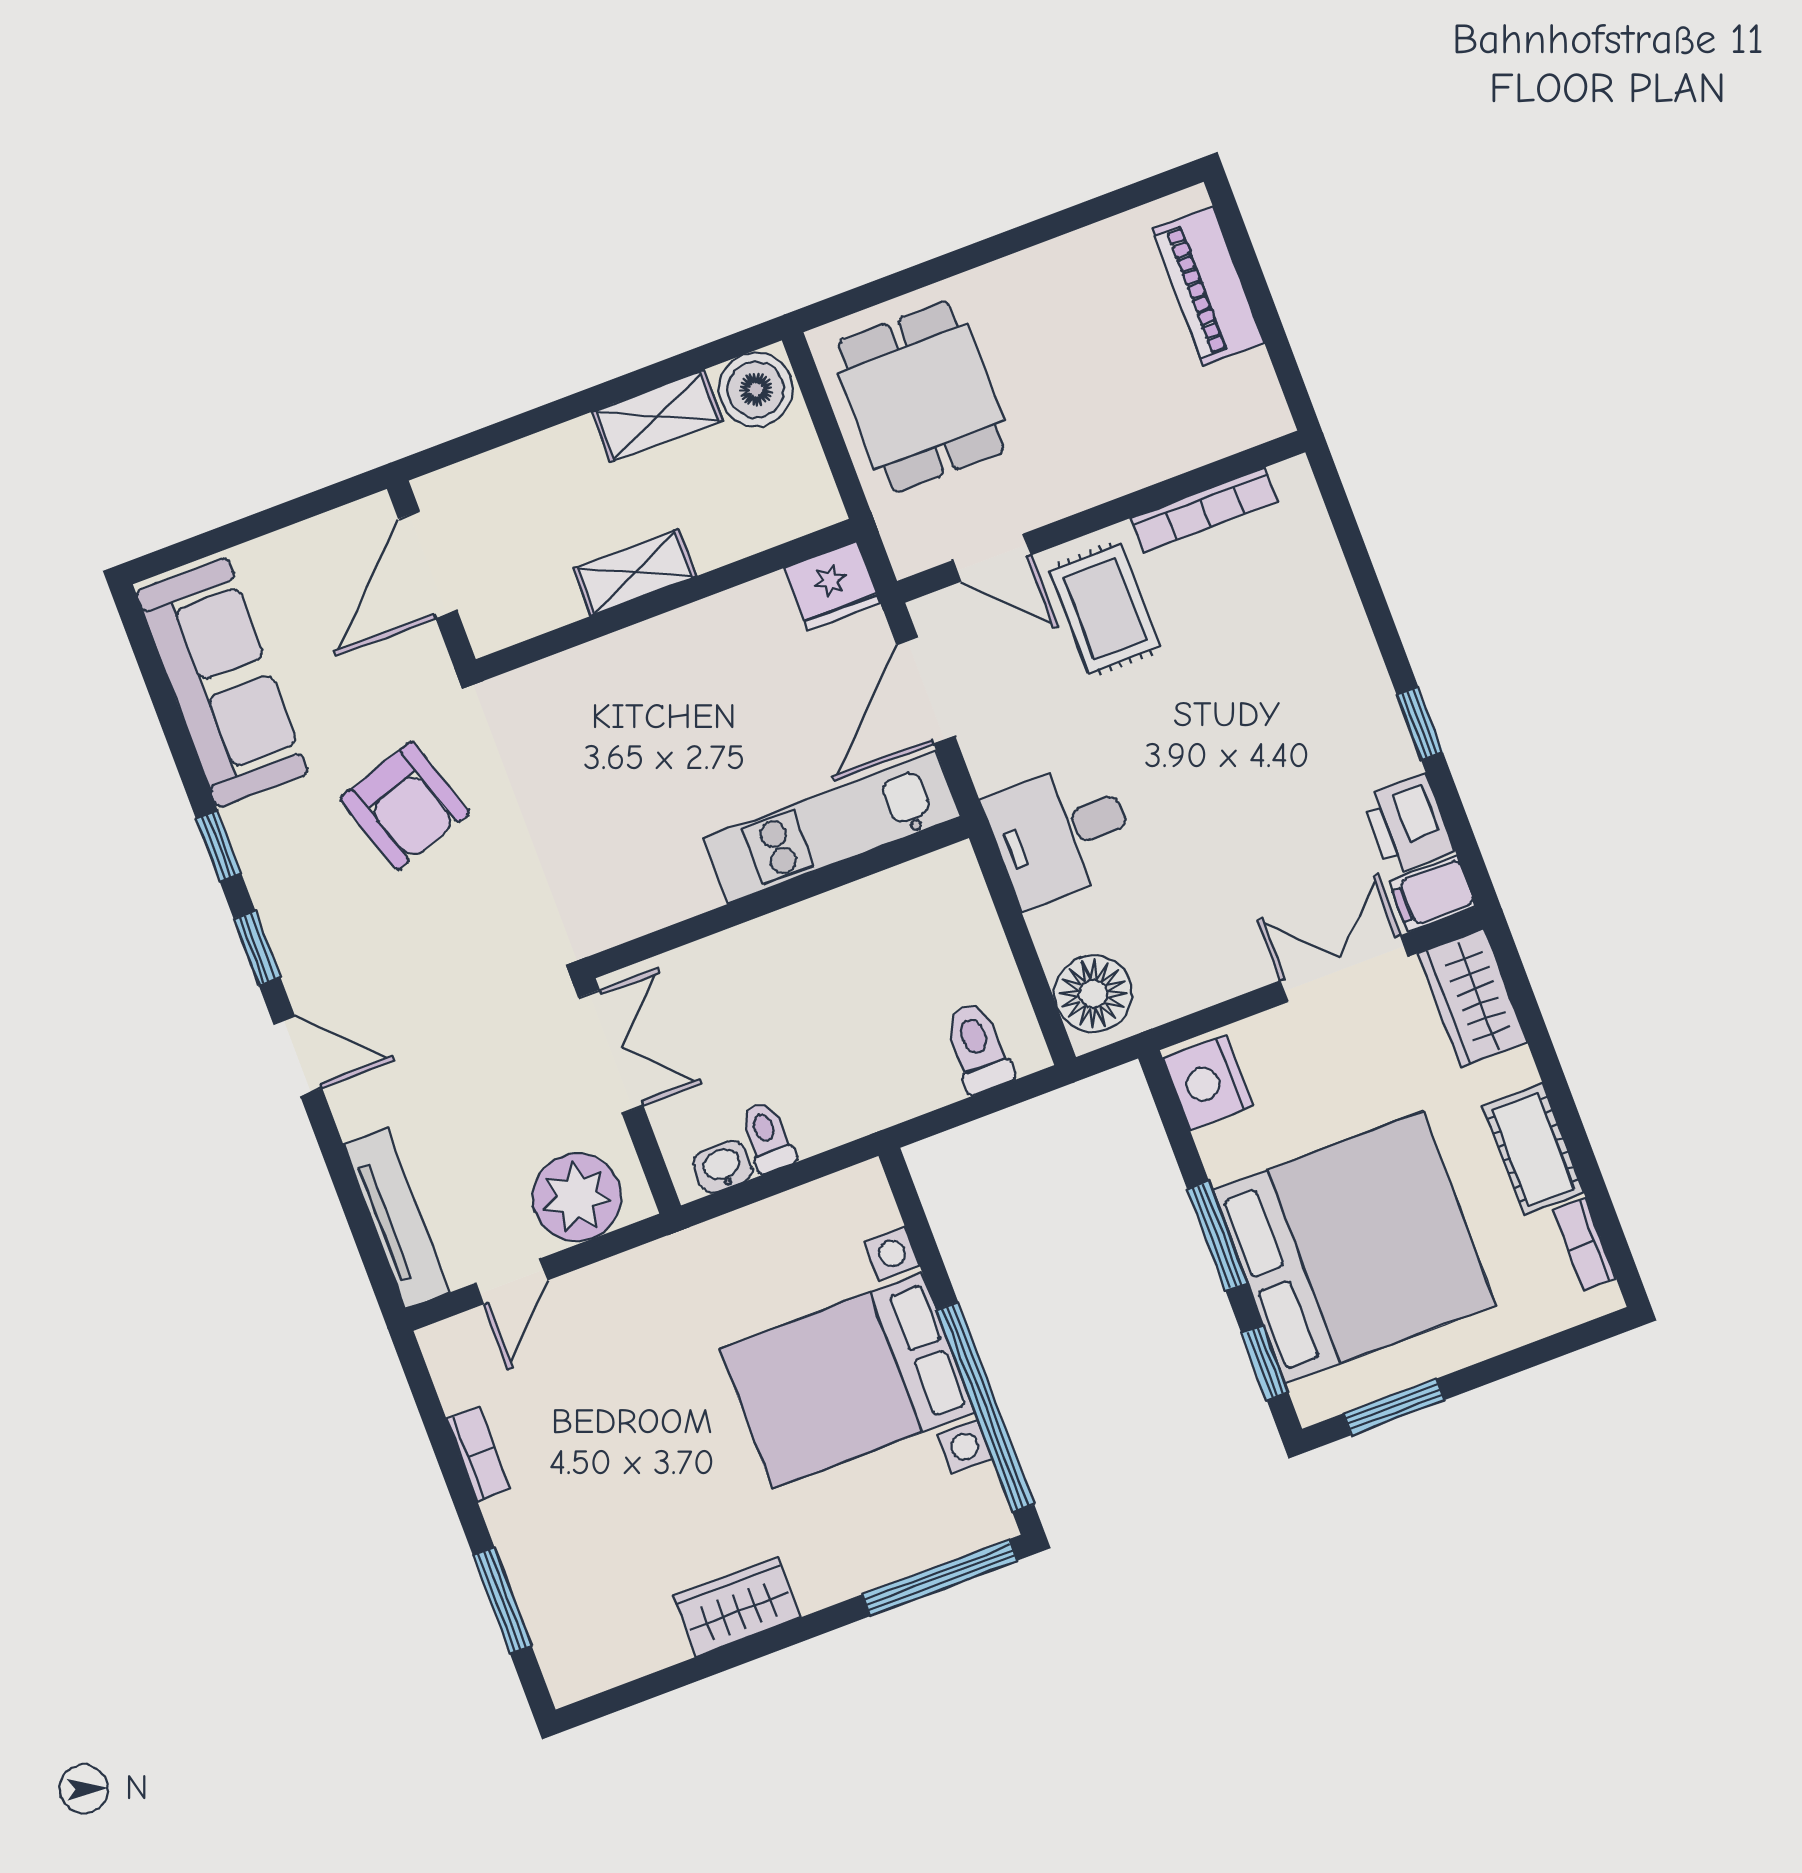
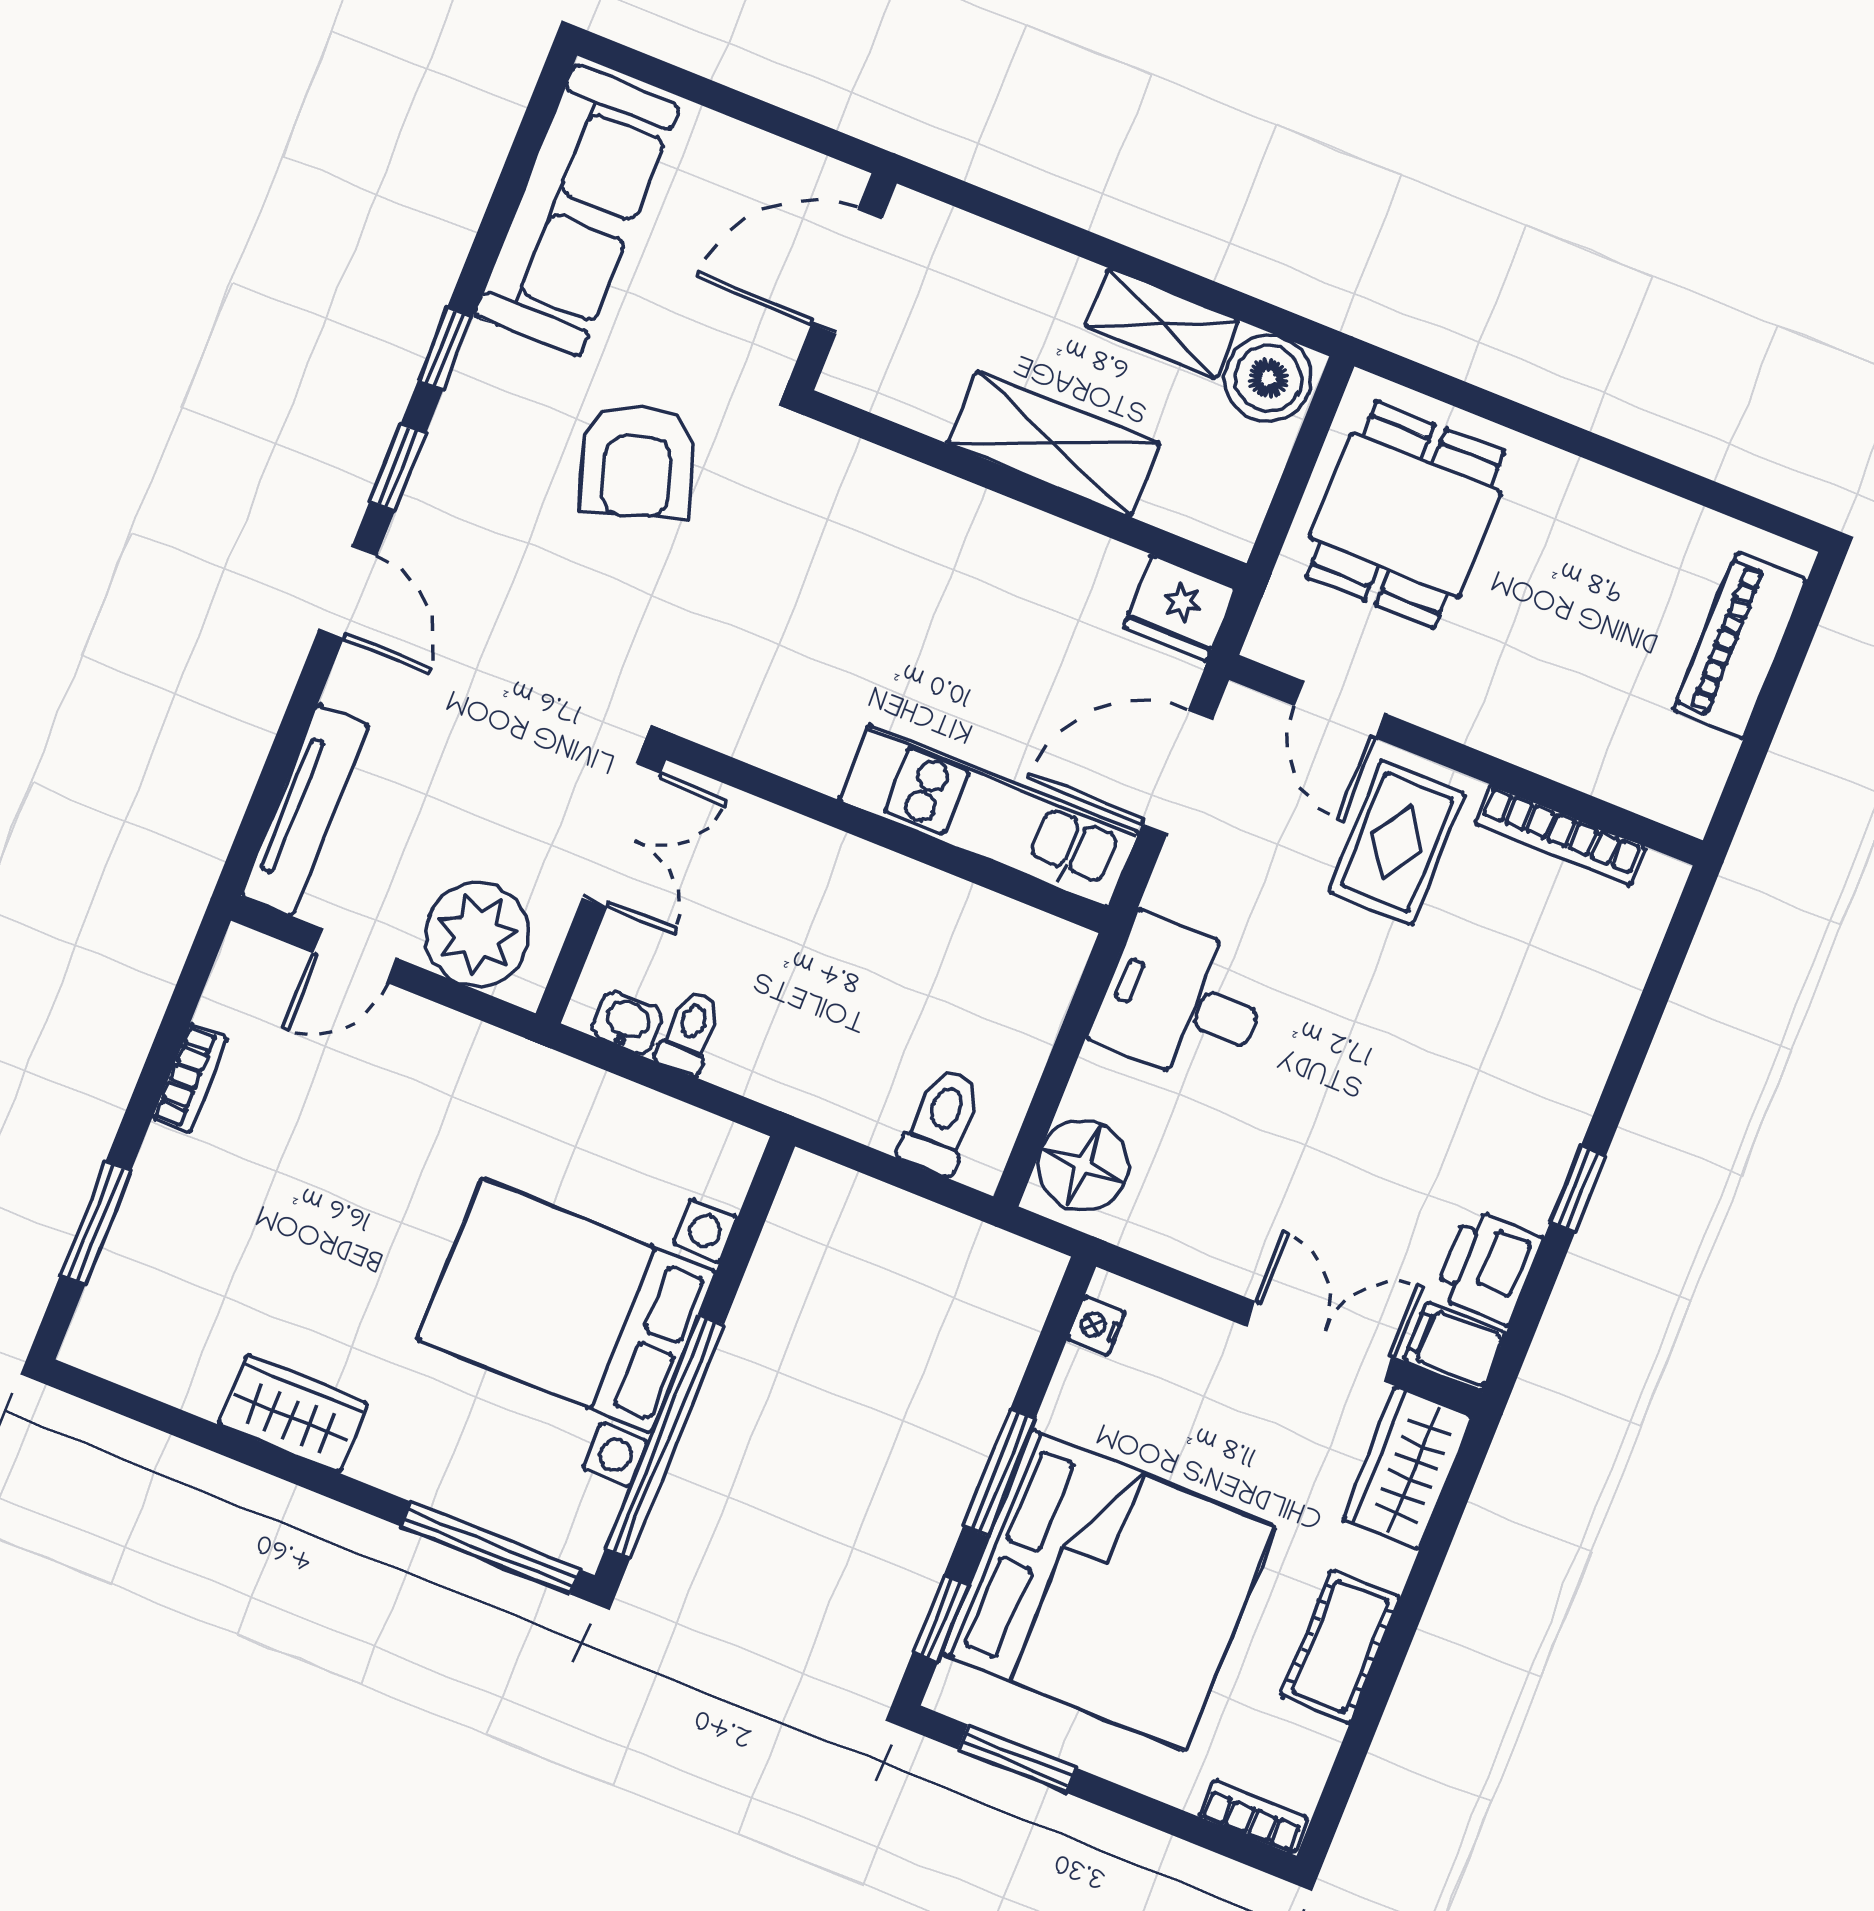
shelving: (635, 572) -> (1054, 444), width x1.50, depth x1.33
nightstand: (1208, 1082) -> (1096, 1326), width x0.53, depth x0.56
bookcase: (1585, 1244) -> (1253, 1817), moved, turned 90

